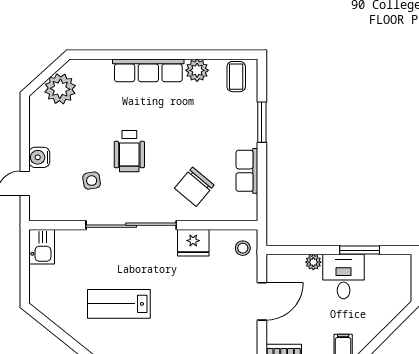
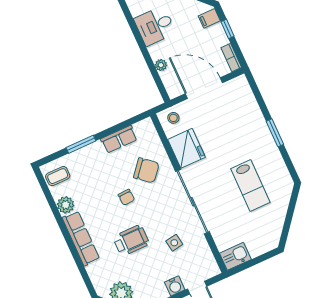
chair: (173, 148) -> (126, 197), added
wheelchair: (129, 151) -> (131, 240), moved
fridge: (193, 243) -> (187, 148), width x1.36, depth x1.34
window: (360, 250) -> (138, 37), removed
desk: (344, 277) -> (155, 26), moved
door: (262, 301) -> (204, 88), width x1.36

